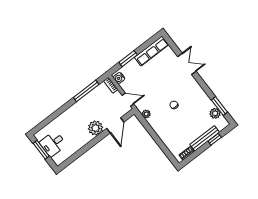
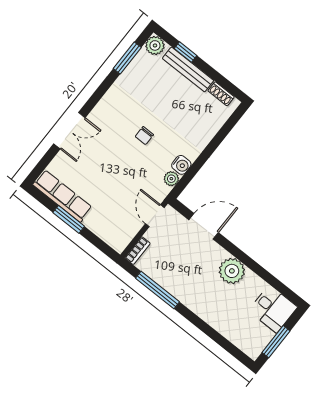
window: (128, 59) -> (69, 219), moved
double door: (187, 64) -> (69, 131), swing flipped
water cooler: (119, 78) -> (181, 165), moved
plant: (215, 113) -> (155, 45), moved
plant: (95, 128) -> (232, 271), moved
desk: (53, 144) -> (273, 309), moved

